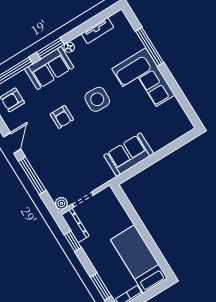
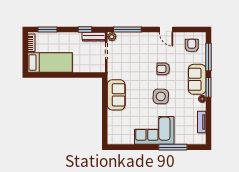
window: (32, 176) -> (127, 30), moved

